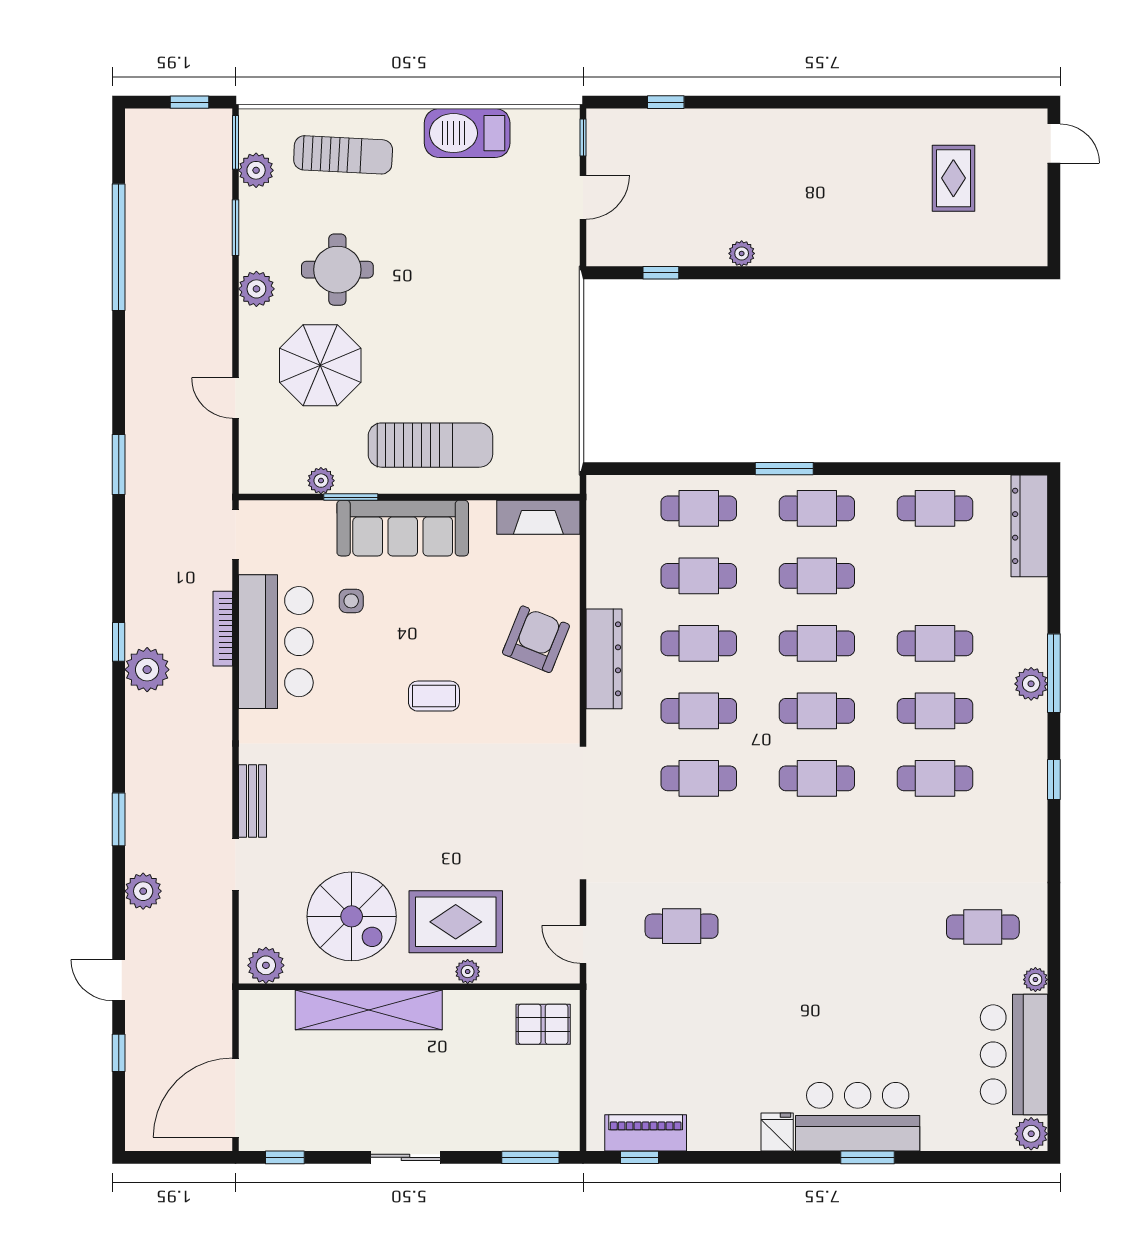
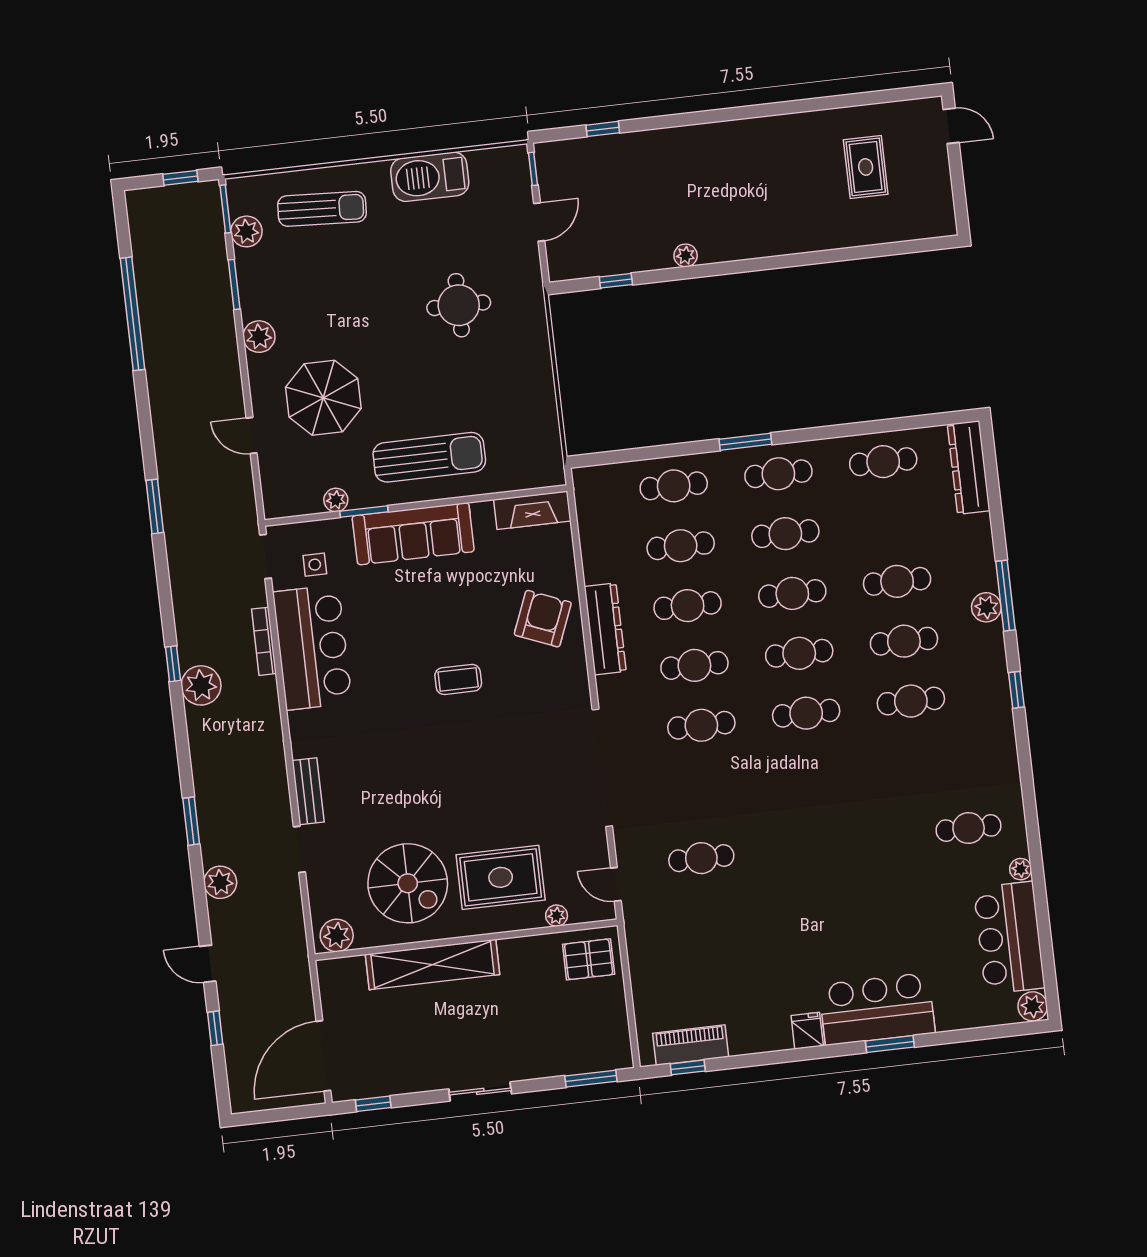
round table: (337, 270) -> (459, 305), moved
side table: (351, 601) -> (315, 565), moved
plant: (468, 972) -> (557, 916), moved

